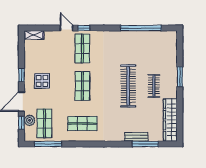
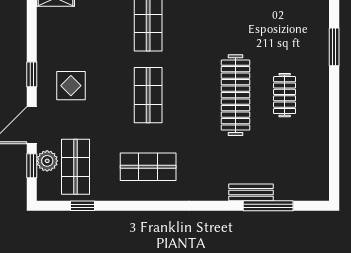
window: (180, 77) -> (334, 47), moved
wardrobe: (170, 120) -> (316, 160), removed
window: (48, 144) -> (83, 206), width x0.46

